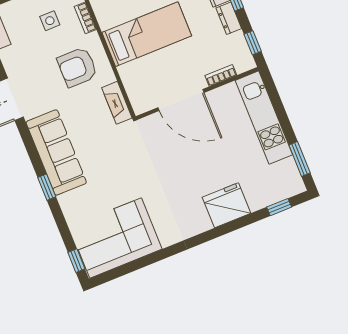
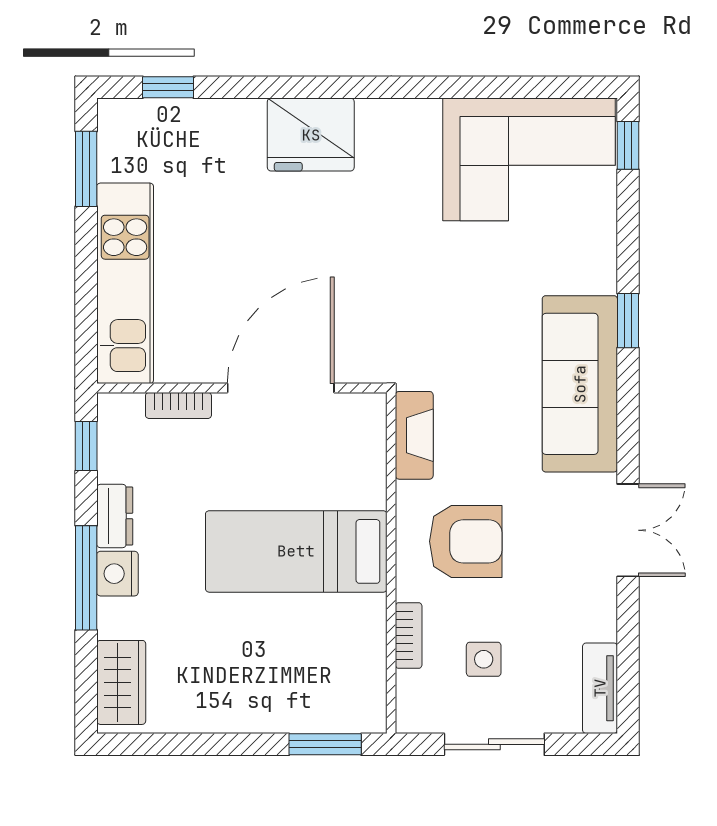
door: (181, 100) -> (281, 388), hinge flipped
fridge: (226, 205) -> (311, 135), moved

